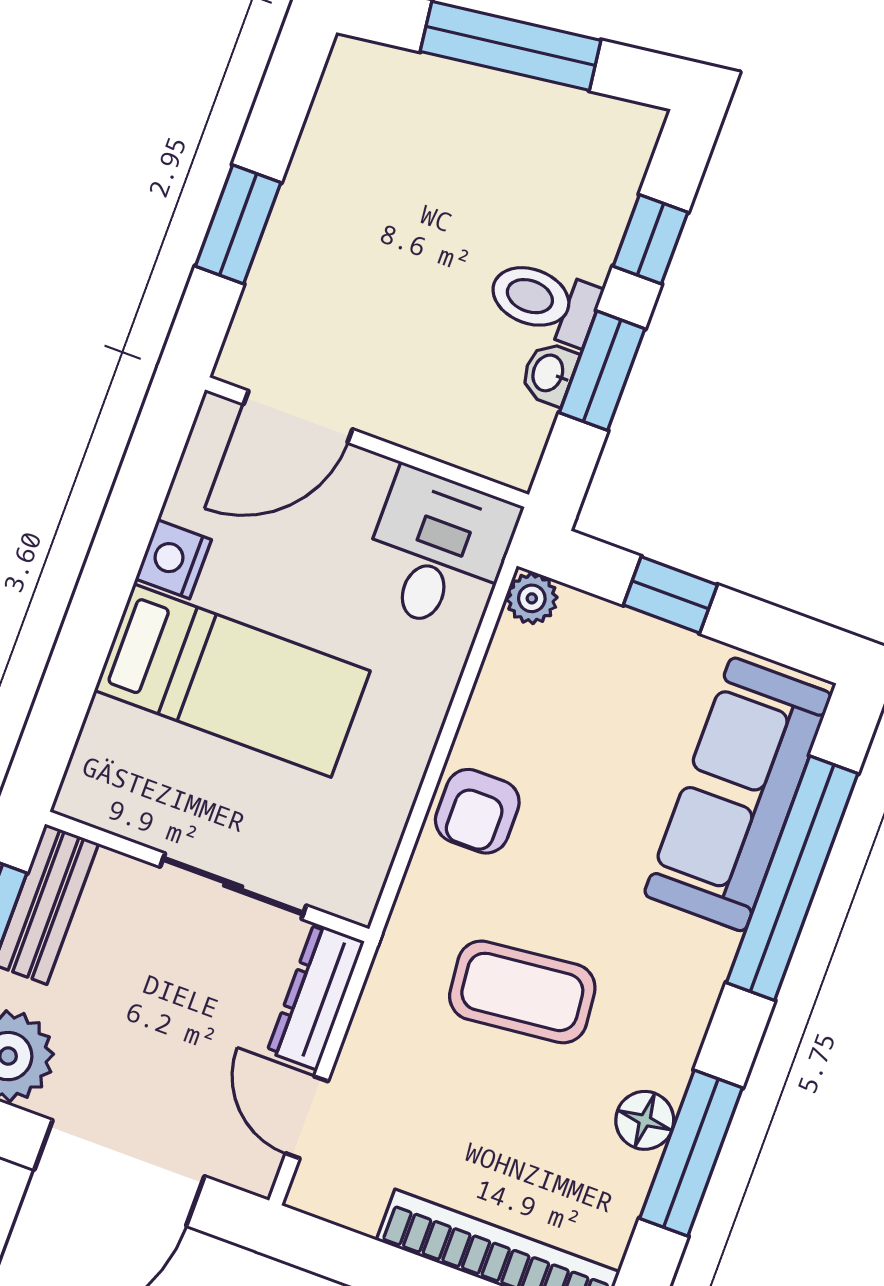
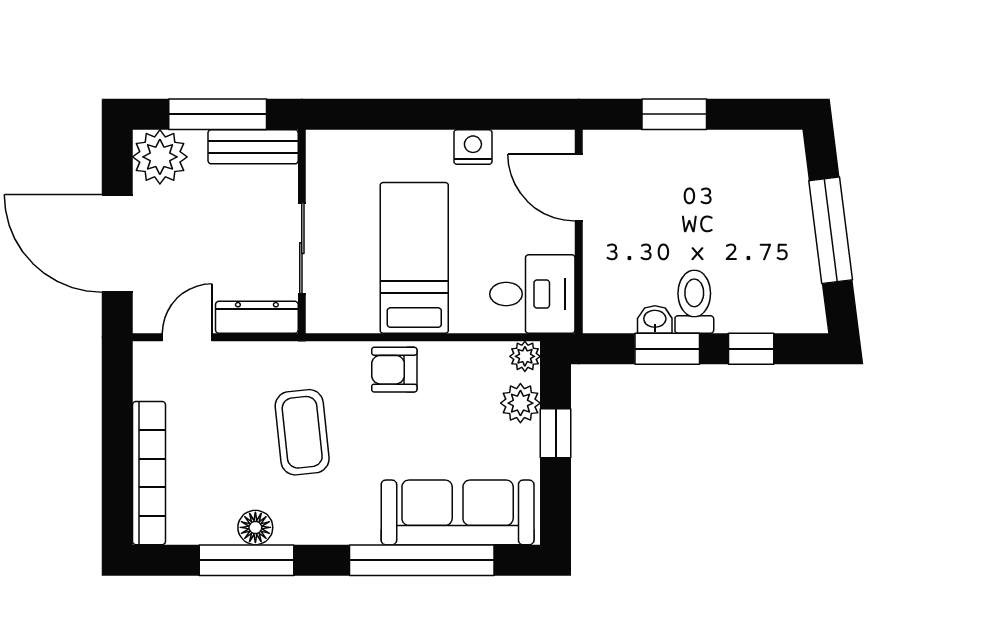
plant: (603, 632) -> (520, 403), added
bed: (232, 681) -> (414, 258), moved, turned 180

